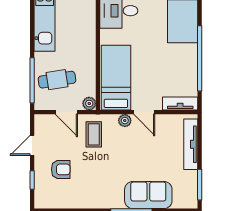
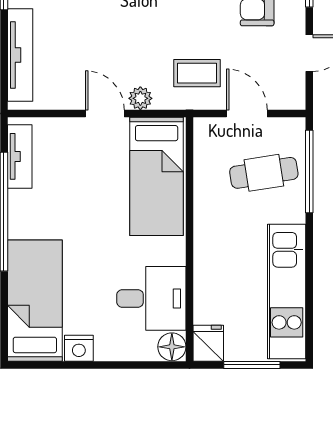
tv unit: (180, 103) -> (20, 156), moved, turned -90
plant: (89, 104) -> (205, 129), removed
coffee table: (94, 134) -> (197, 73), turned 90

